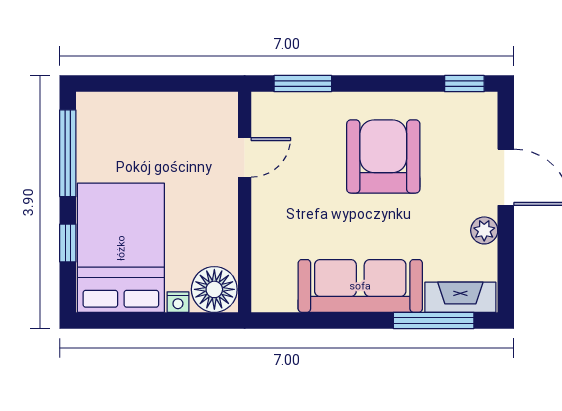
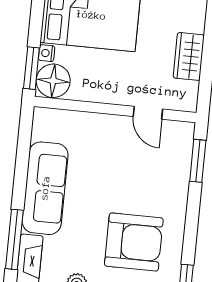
wardrobe: (163, 110) -> (189, 56), added
armchair: (383, 156) -> (134, 242), moved
window: (200, 320) -> (31, 68), added

